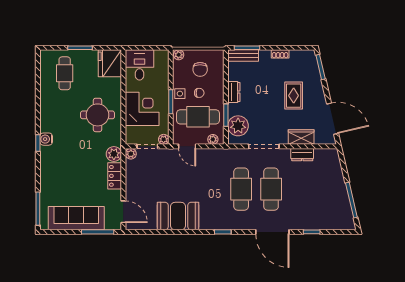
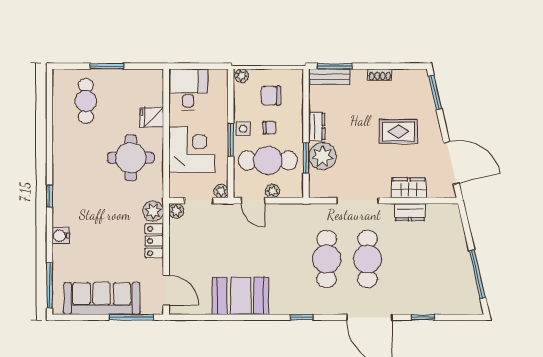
fridge: (110, 63) -> (152, 117), moved, width x0.53, depth x0.75
chair: (200, 69) -> (271, 96), turned 90
rug: (294, 96) -> (398, 131), turned 90
plant: (238, 126) -> (323, 156), moved
water cooler: (46, 139) -> (61, 236), moved
plant: (213, 139) -> (272, 191), moved

